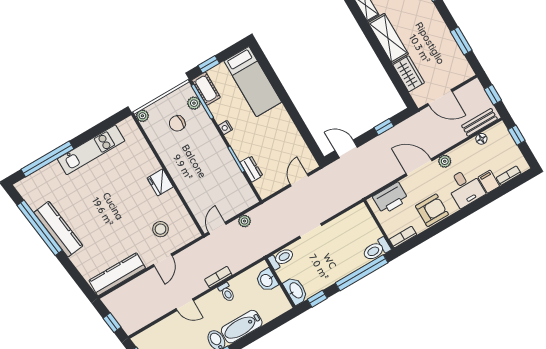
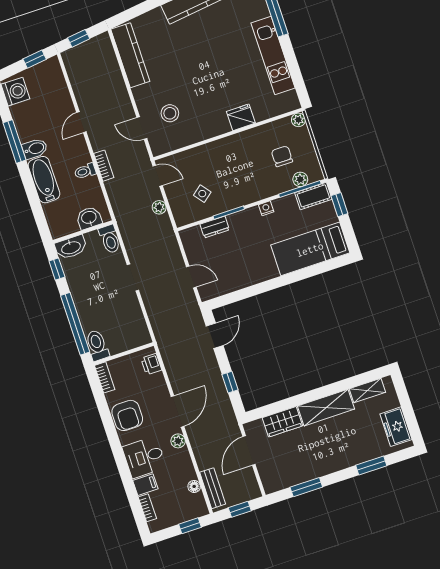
fridge: (160, 182) -> (241, 117), moved
side table: (225, 186) -> (202, 194), added
printer: (391, 198) -> (151, 364), width x0.53, depth x0.68
door: (163, 260) -> (142, 128), moved

